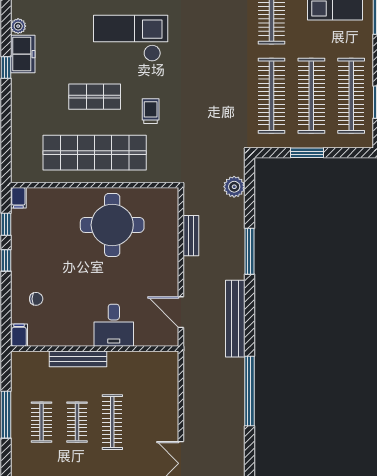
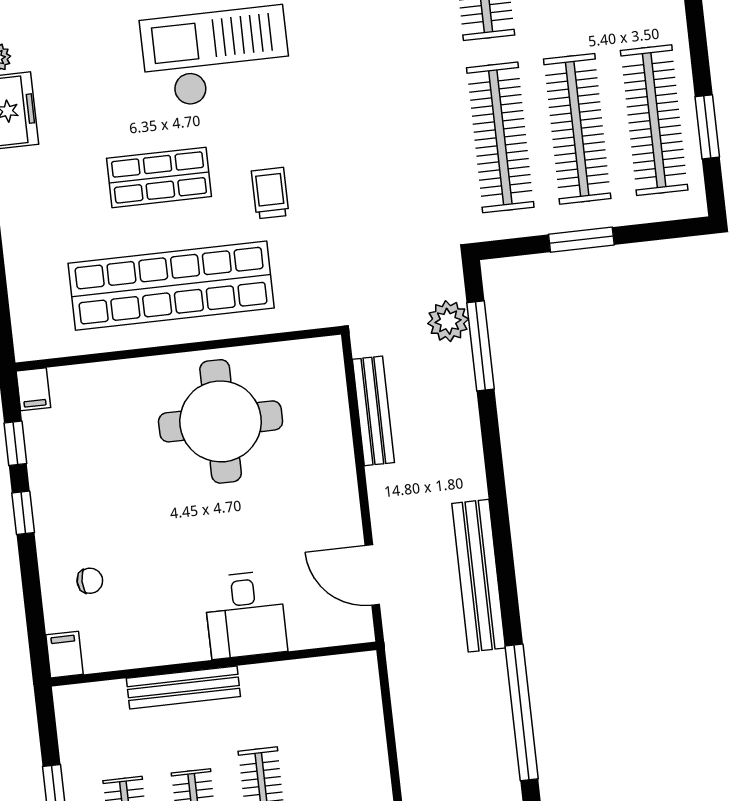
bench: (191, 236) -> (373, 411), width x1.36
window: (249, 251) -> (481, 346), moved

